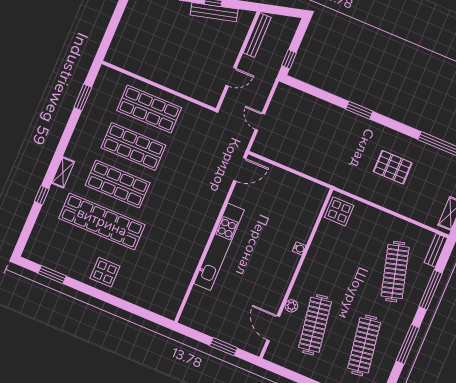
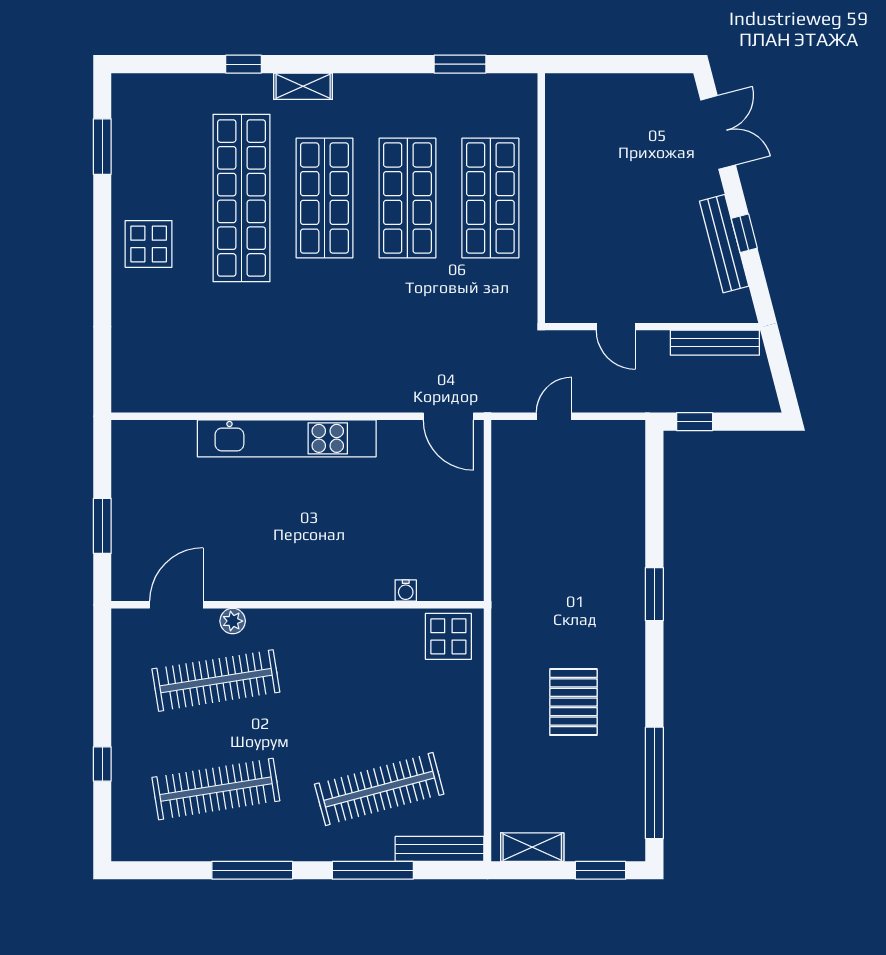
water cooler: (299, 248) -> (406, 590), moved
bench: (436, 250) -> (440, 849), width x1.36

